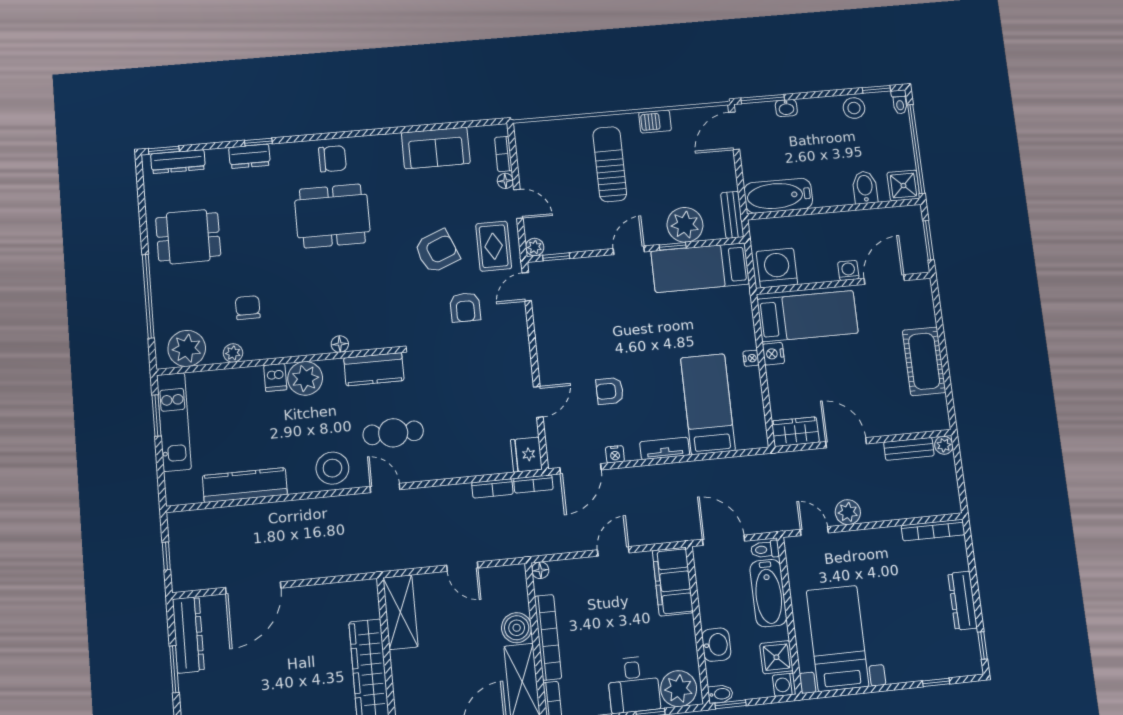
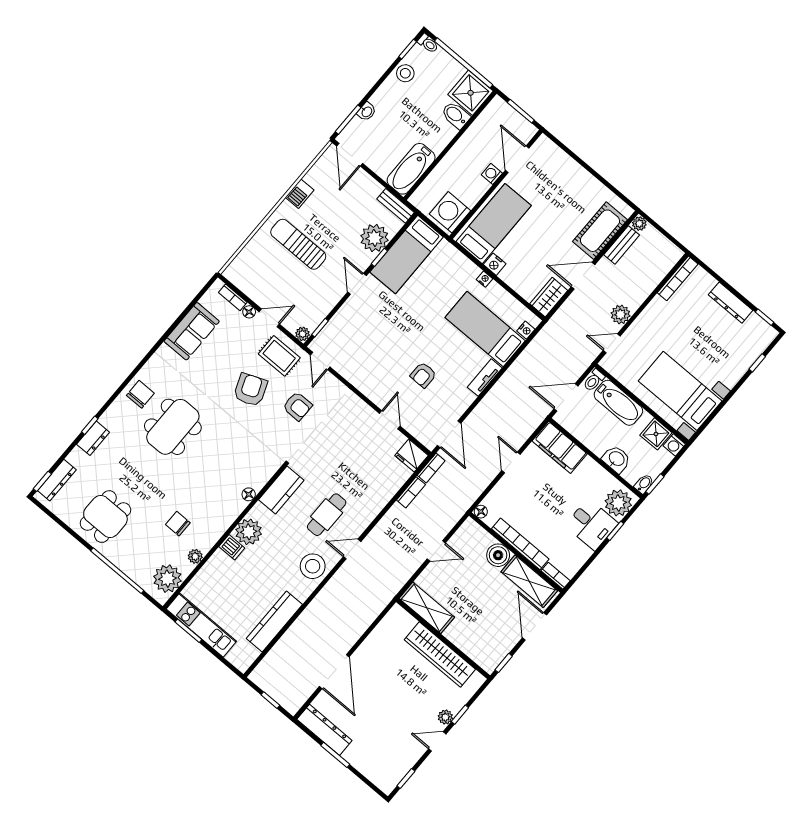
shower: (903, 186) -> (471, 93), width x1.36, depth x1.36
cot: (924, 361) -> (600, 231), moved, turned 90
nightstand: (615, 454) -> (526, 330), moved

